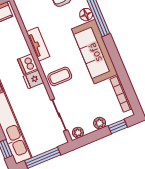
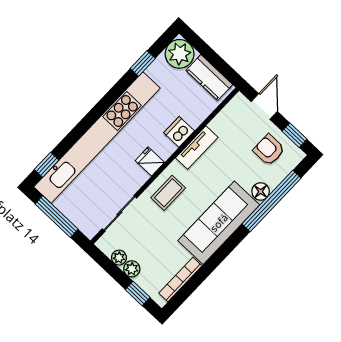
dishwasher: (28, 64) -> (179, 132), moved
coffee table: (60, 76) -> (168, 193), turned 90
plant: (78, 133) -> (119, 258), moved

